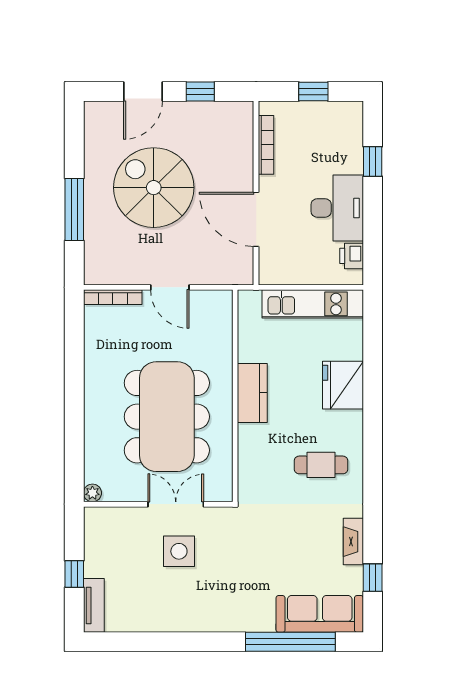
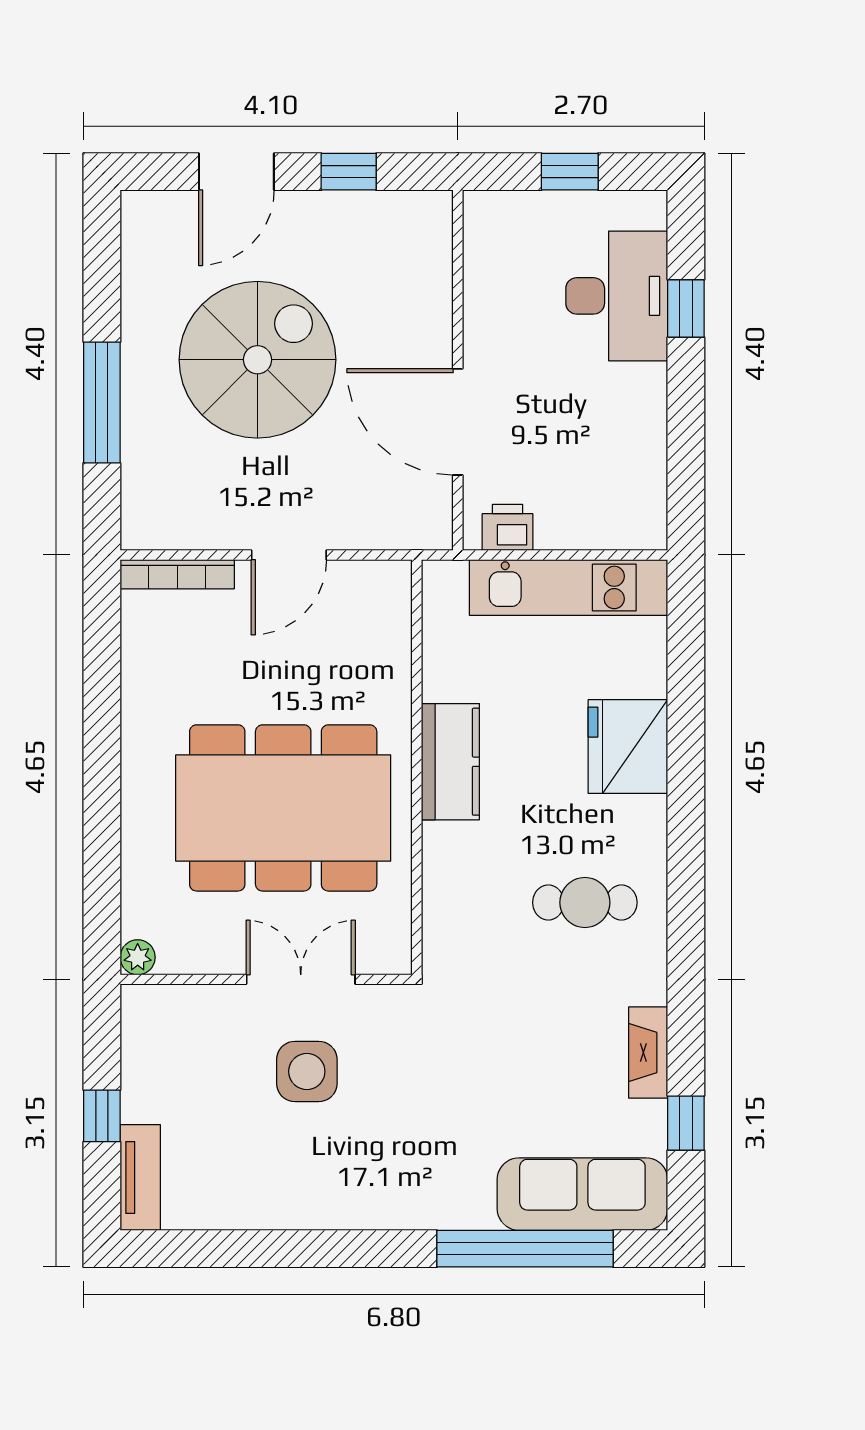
bookcase: (266, 145) -> (477, 276), removed
spiral stairs: (154, 188) -> (257, 360), turned 90
desk: (337, 208) -> (617, 296), moved
printer: (352, 256) -> (507, 527), moved, turned 90
door: (170, 287) -> (289, 555), hinge flipped
dining table: (167, 417) -> (283, 808), turned 90

